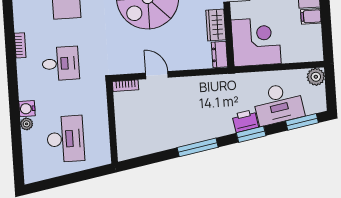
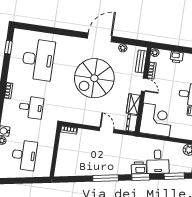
door: (157, 75) -> (107, 130), moved
desk: (278, 104) -> (158, 162), width x0.73

